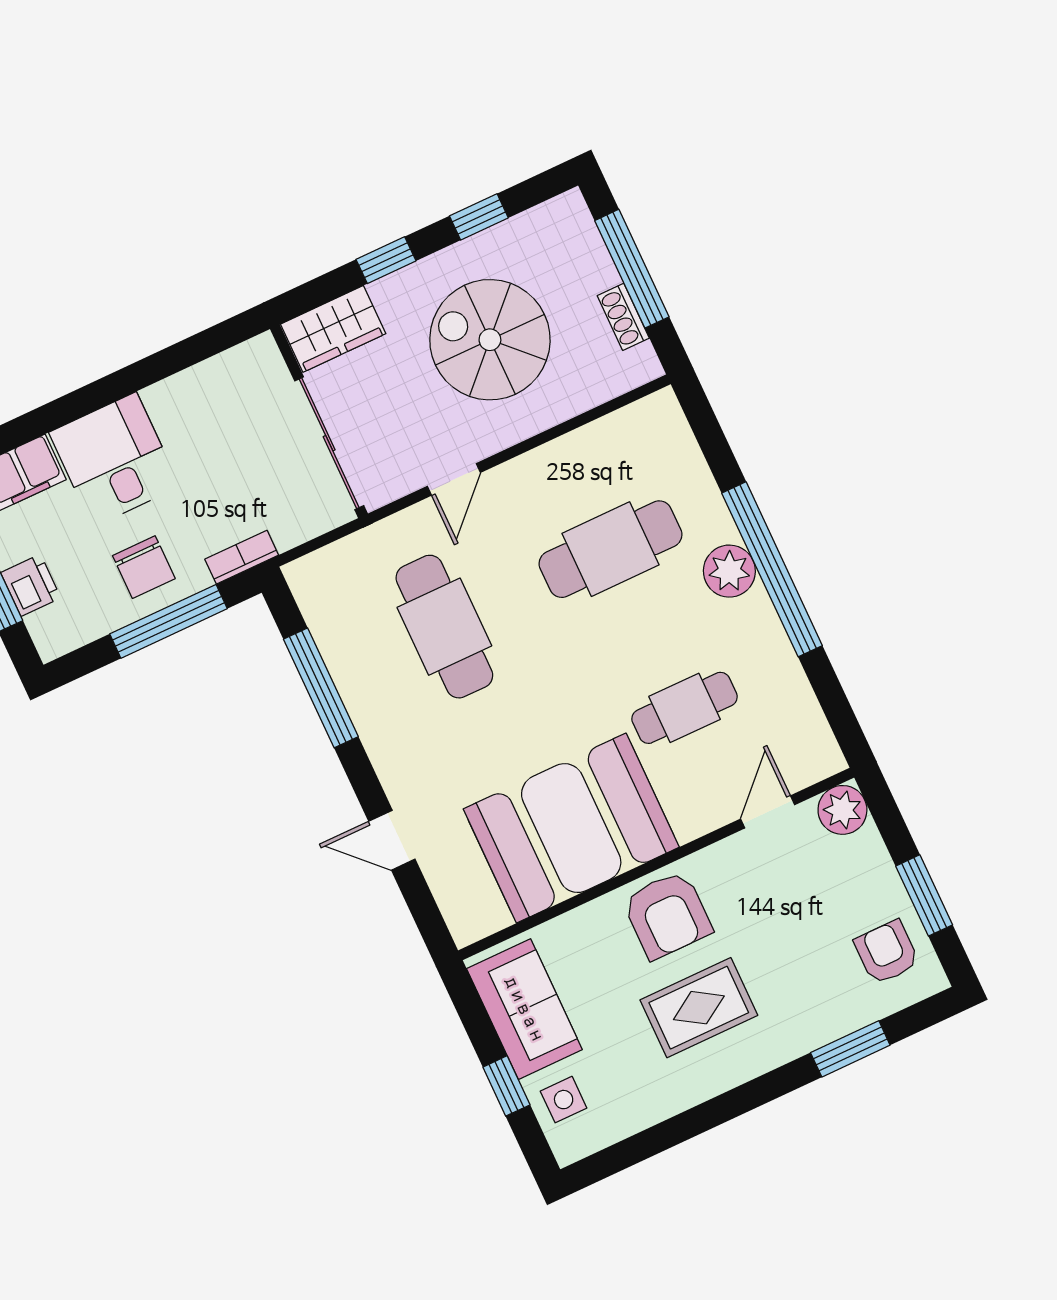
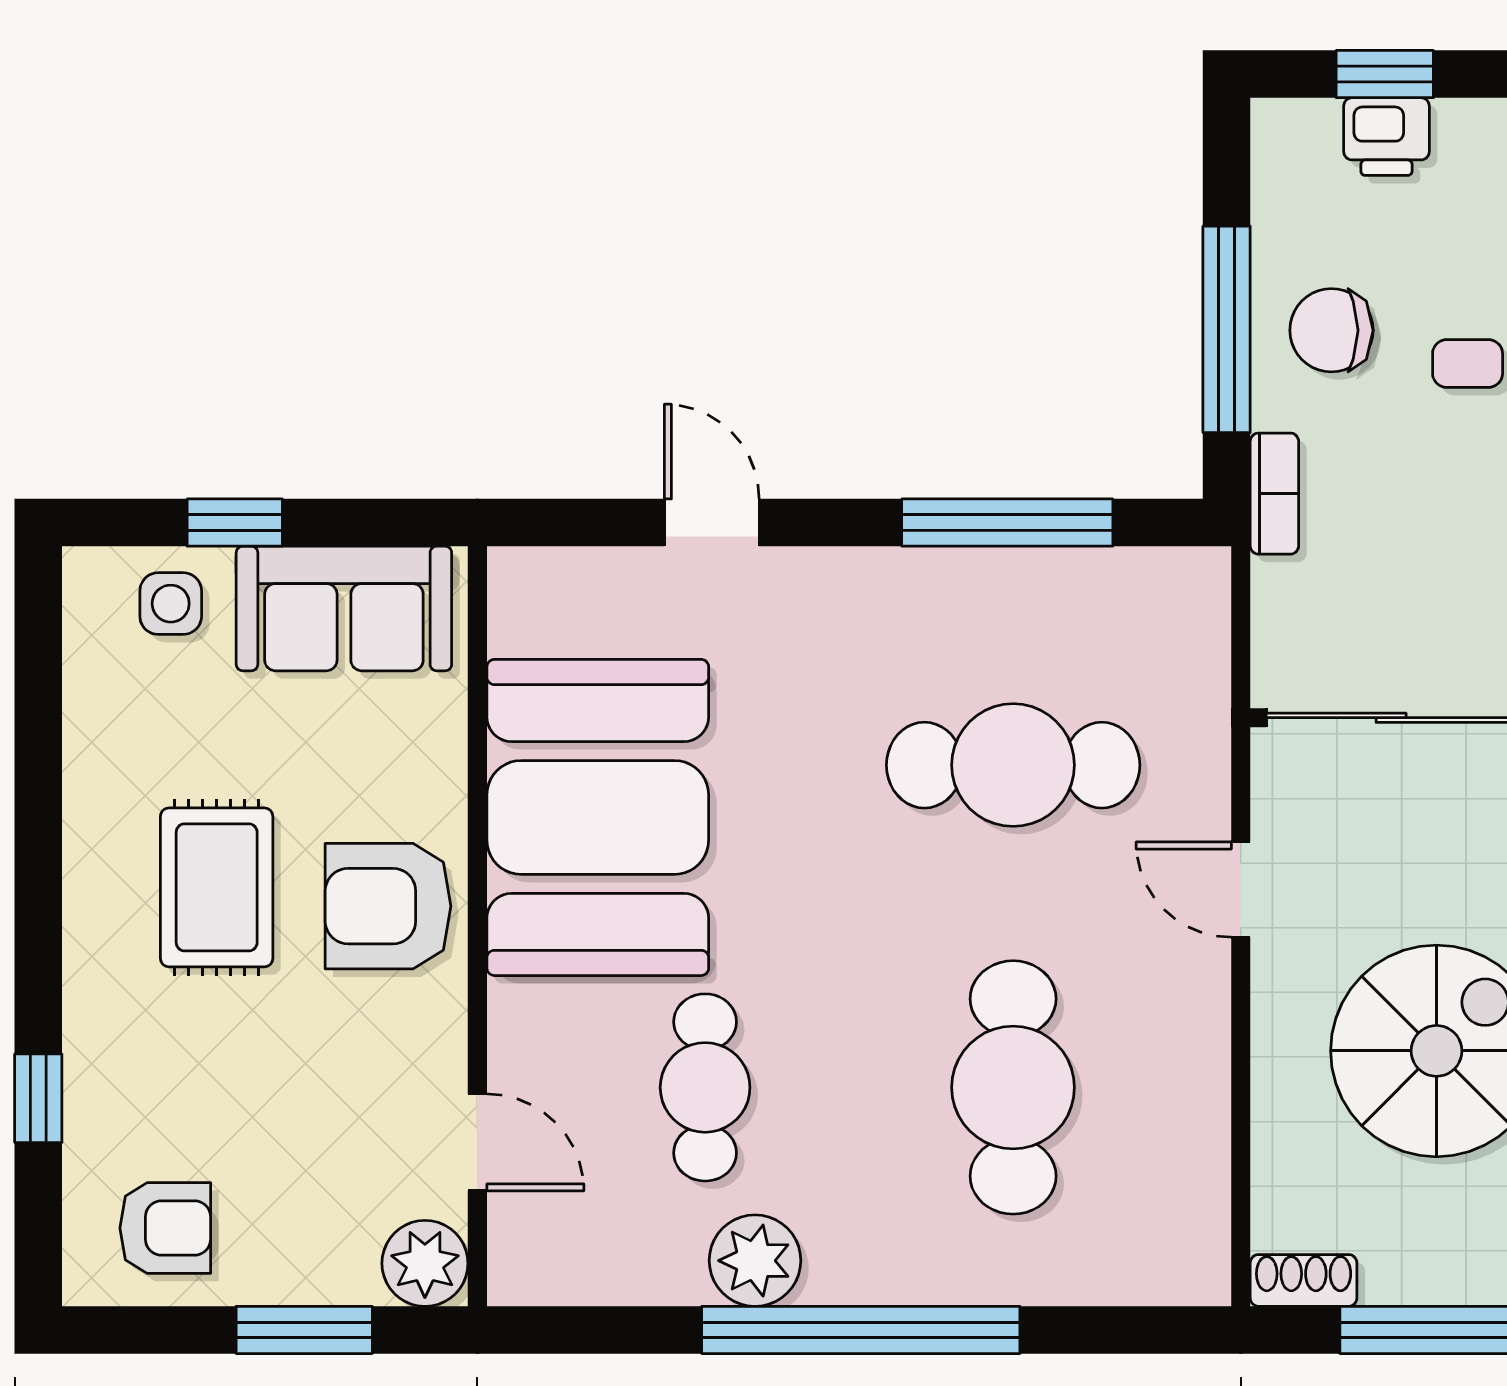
shoe rack: (623, 317) -> (1304, 1280), moved
plant: (729, 571) -> (755, 1261), moved
door: (392, 840) -> (712, 523), hinge flipped
window: (924, 895) -> (304, 1330), moved
window: (850, 1049) -> (38, 1098), width x0.67

